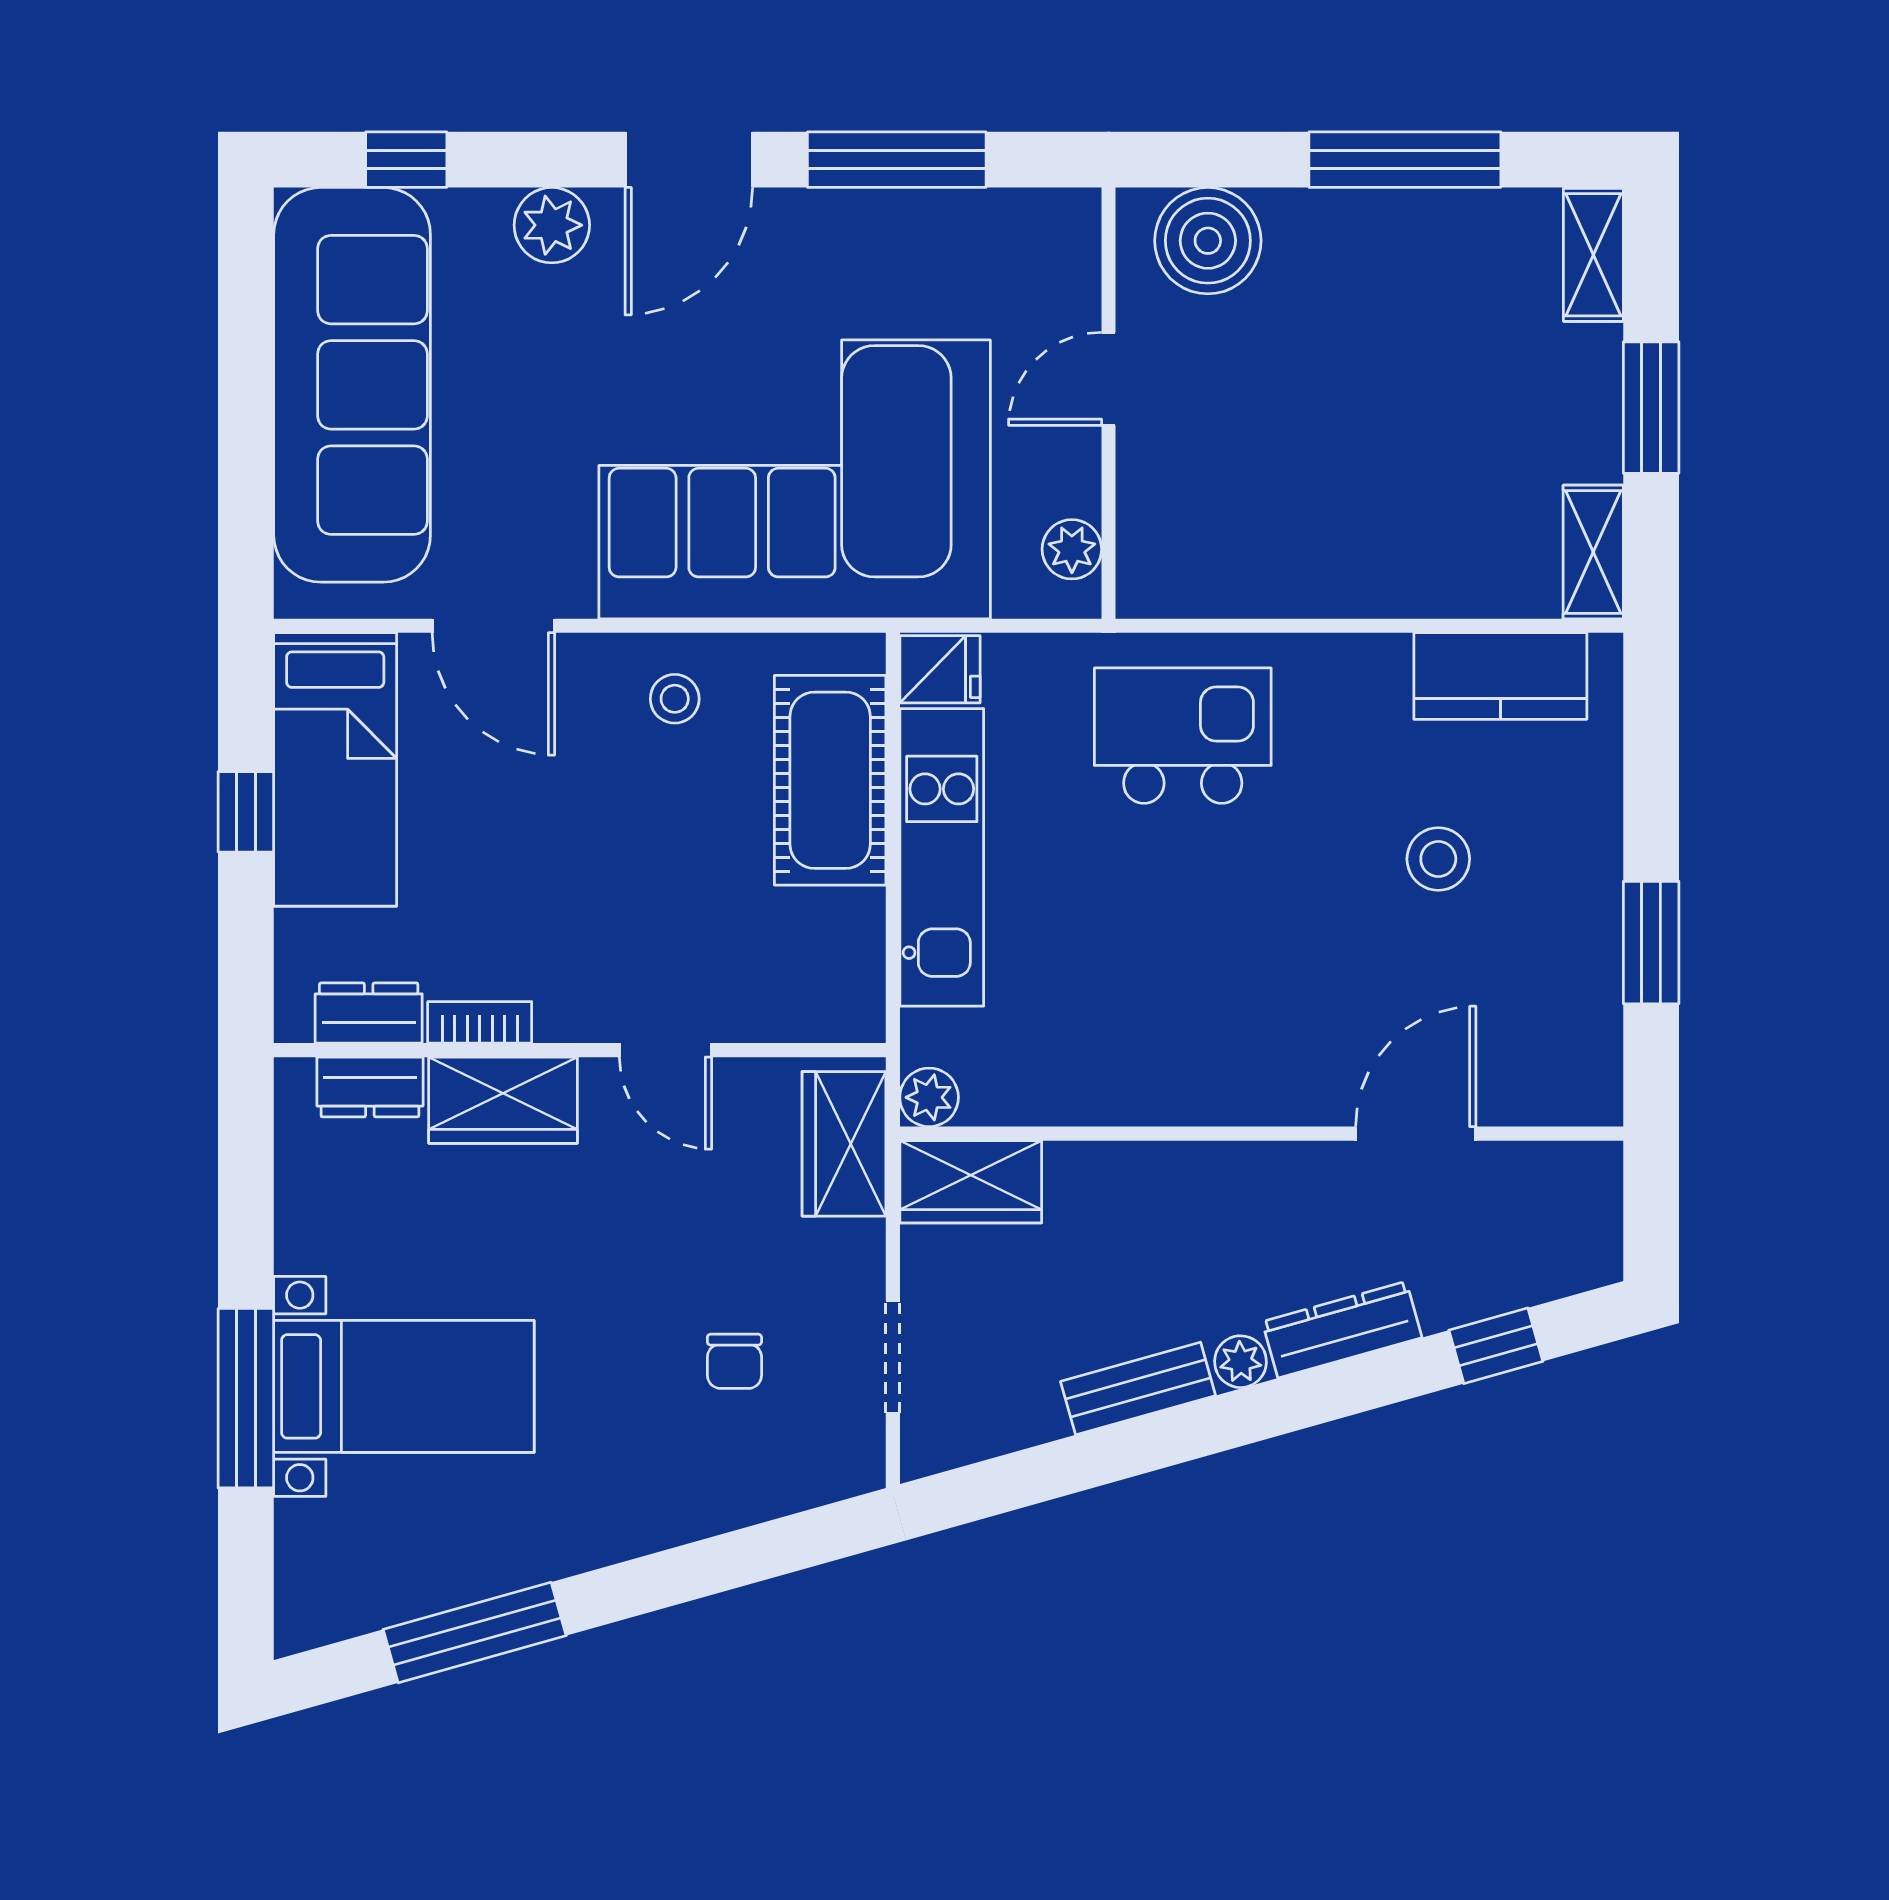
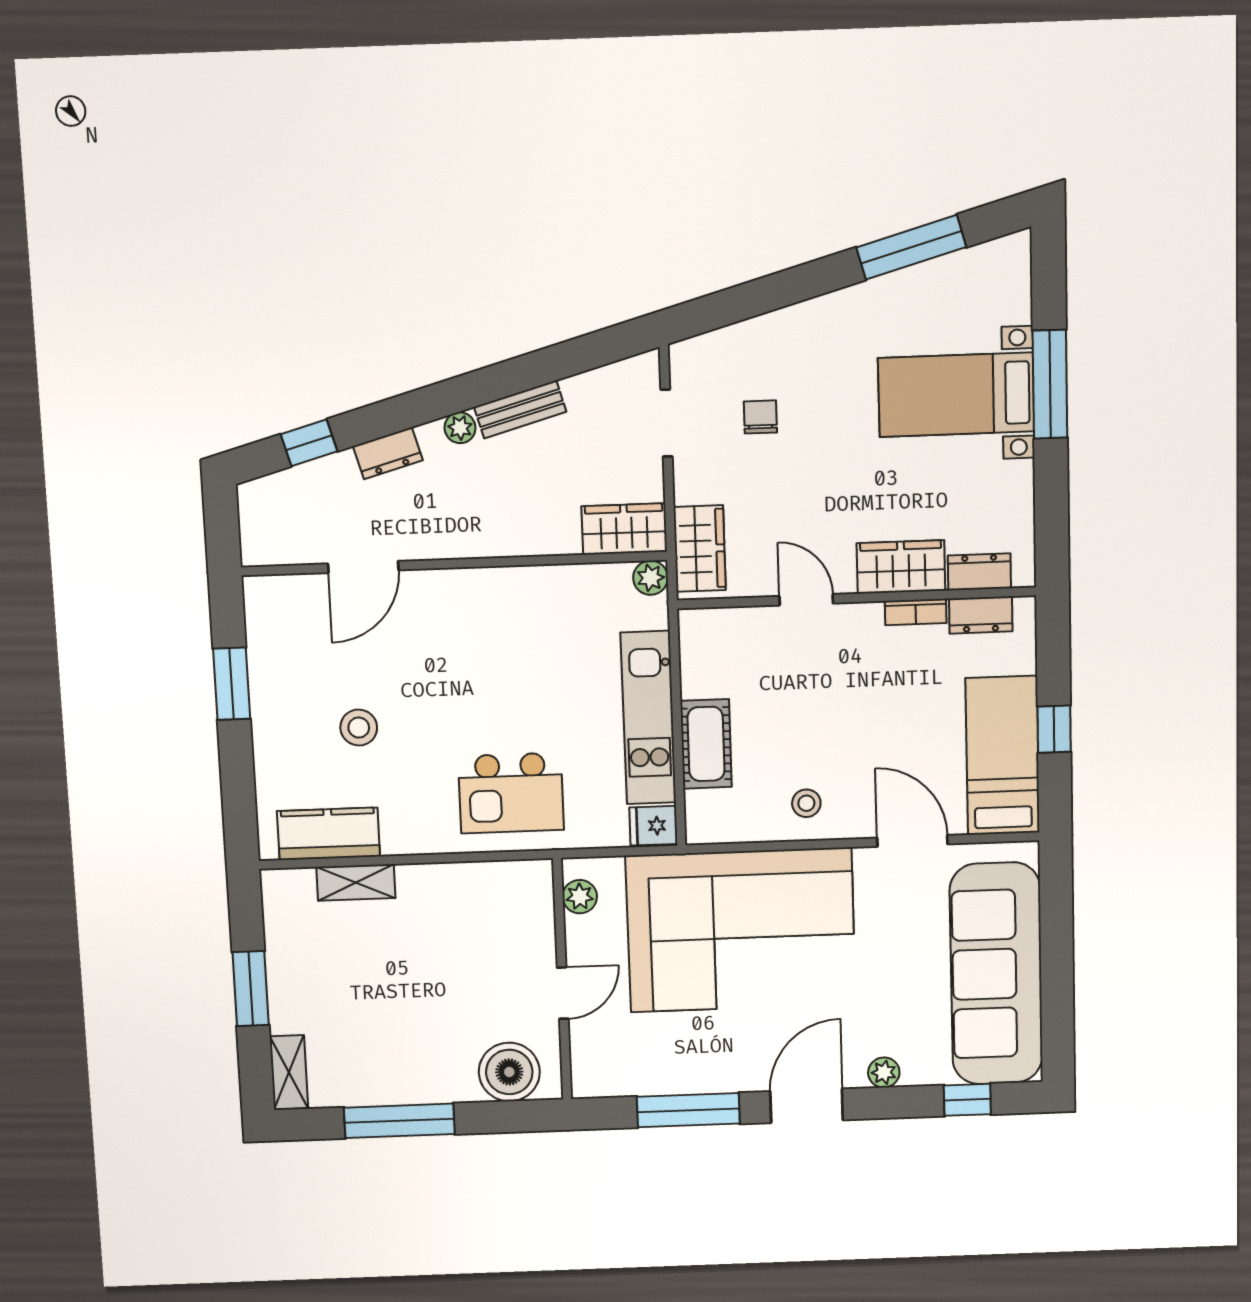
plant: (552, 225) -> (884, 1072), width x0.73, depth x0.73
shelving: (1593, 552) -> (356, 882), moved, turned 90
cot: (830, 780) -> (706, 744), width x0.73, depth x0.75
dresser: (1342, 1330) -> (388, 453), width x0.70

